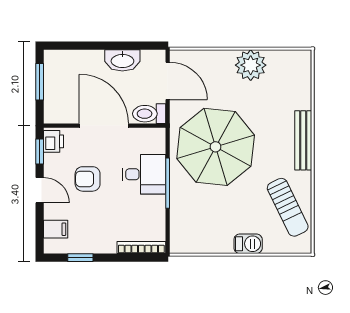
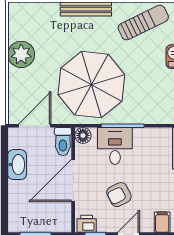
floor lamp: (156, 137) -> (83, 135), added
armchair: (88, 179) -> (119, 195), turned 63

